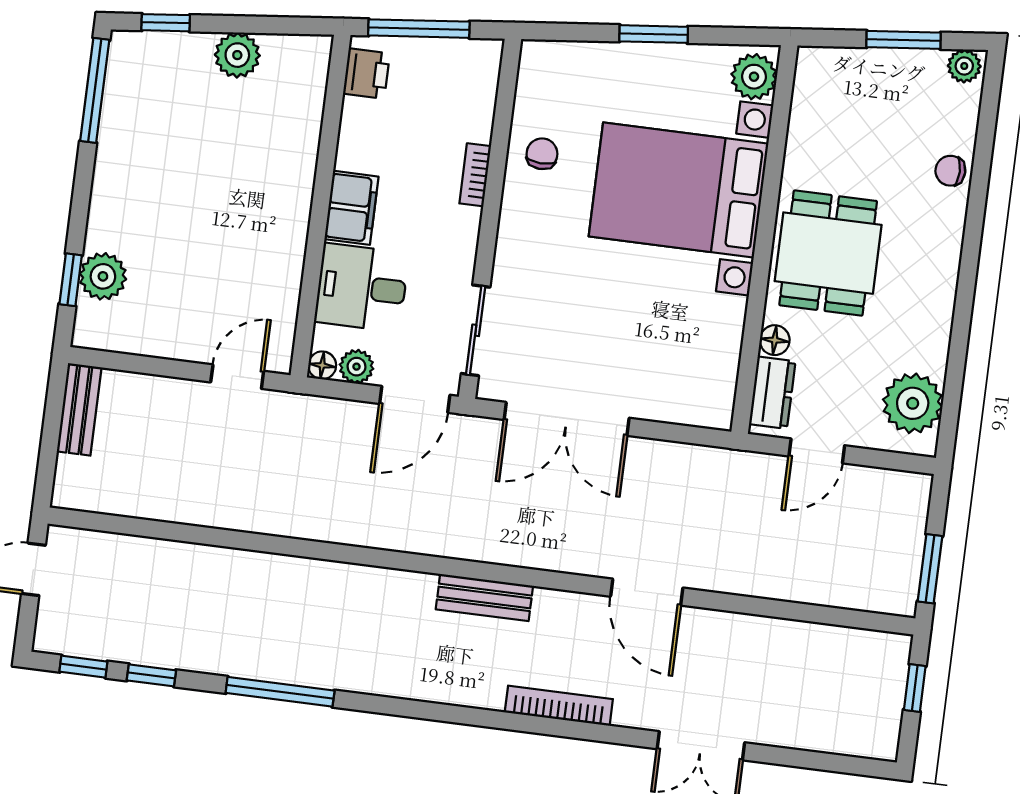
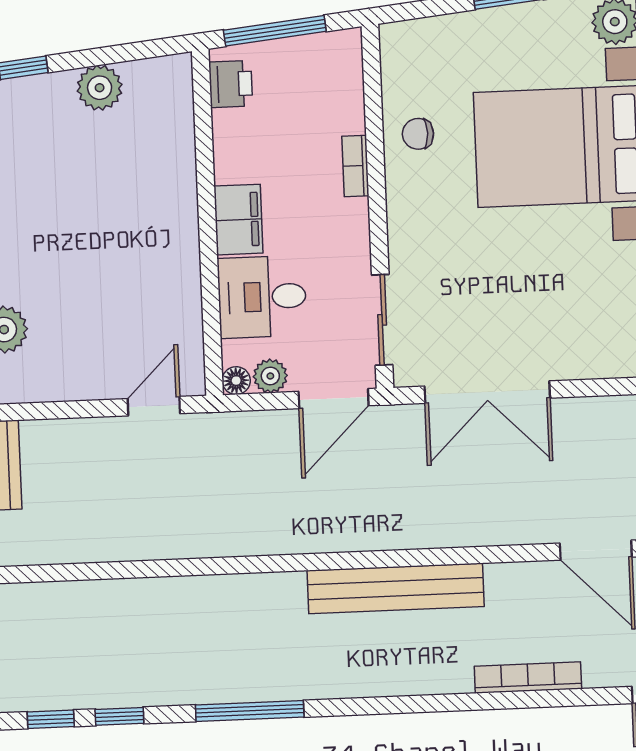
chair: (542, 154) -> (418, 134), turned -92
bench: (484, 597) -> (396, 588), width x1.86, depth x1.21

